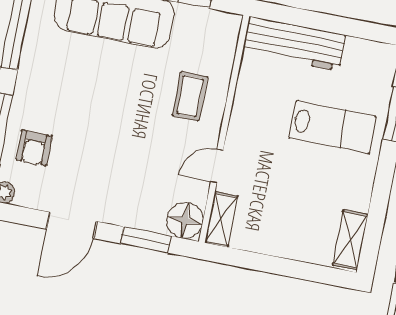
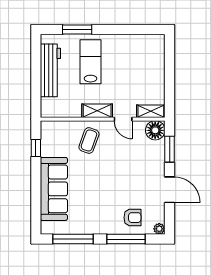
workbench: (294, 44) -> (50, 70), moved
coffee table: (190, 96) -> (89, 140), turned -70
shelving: (350, 240) -> (97, 111), moved

